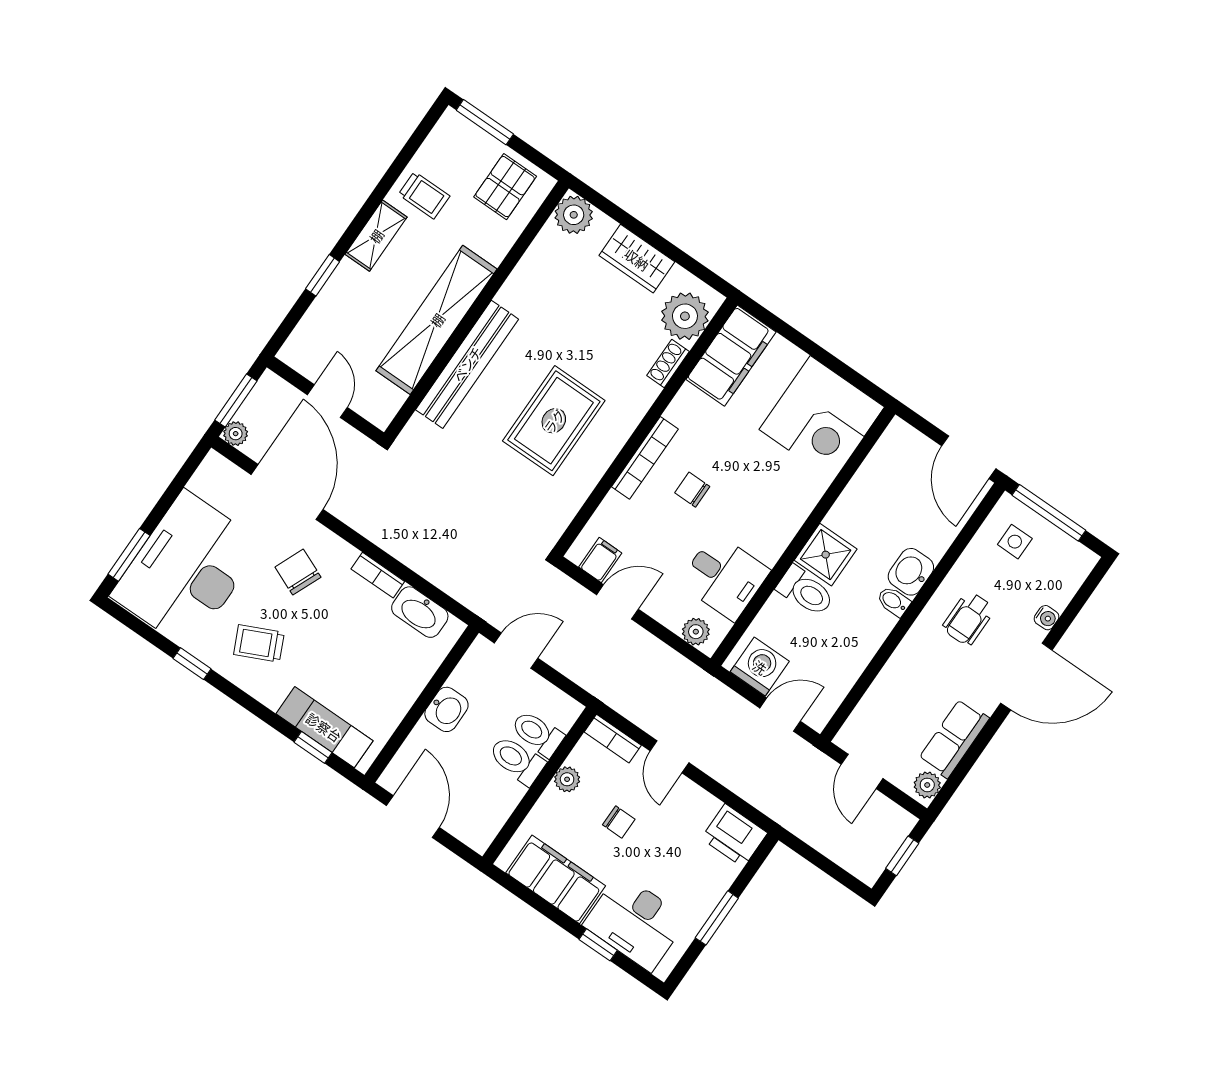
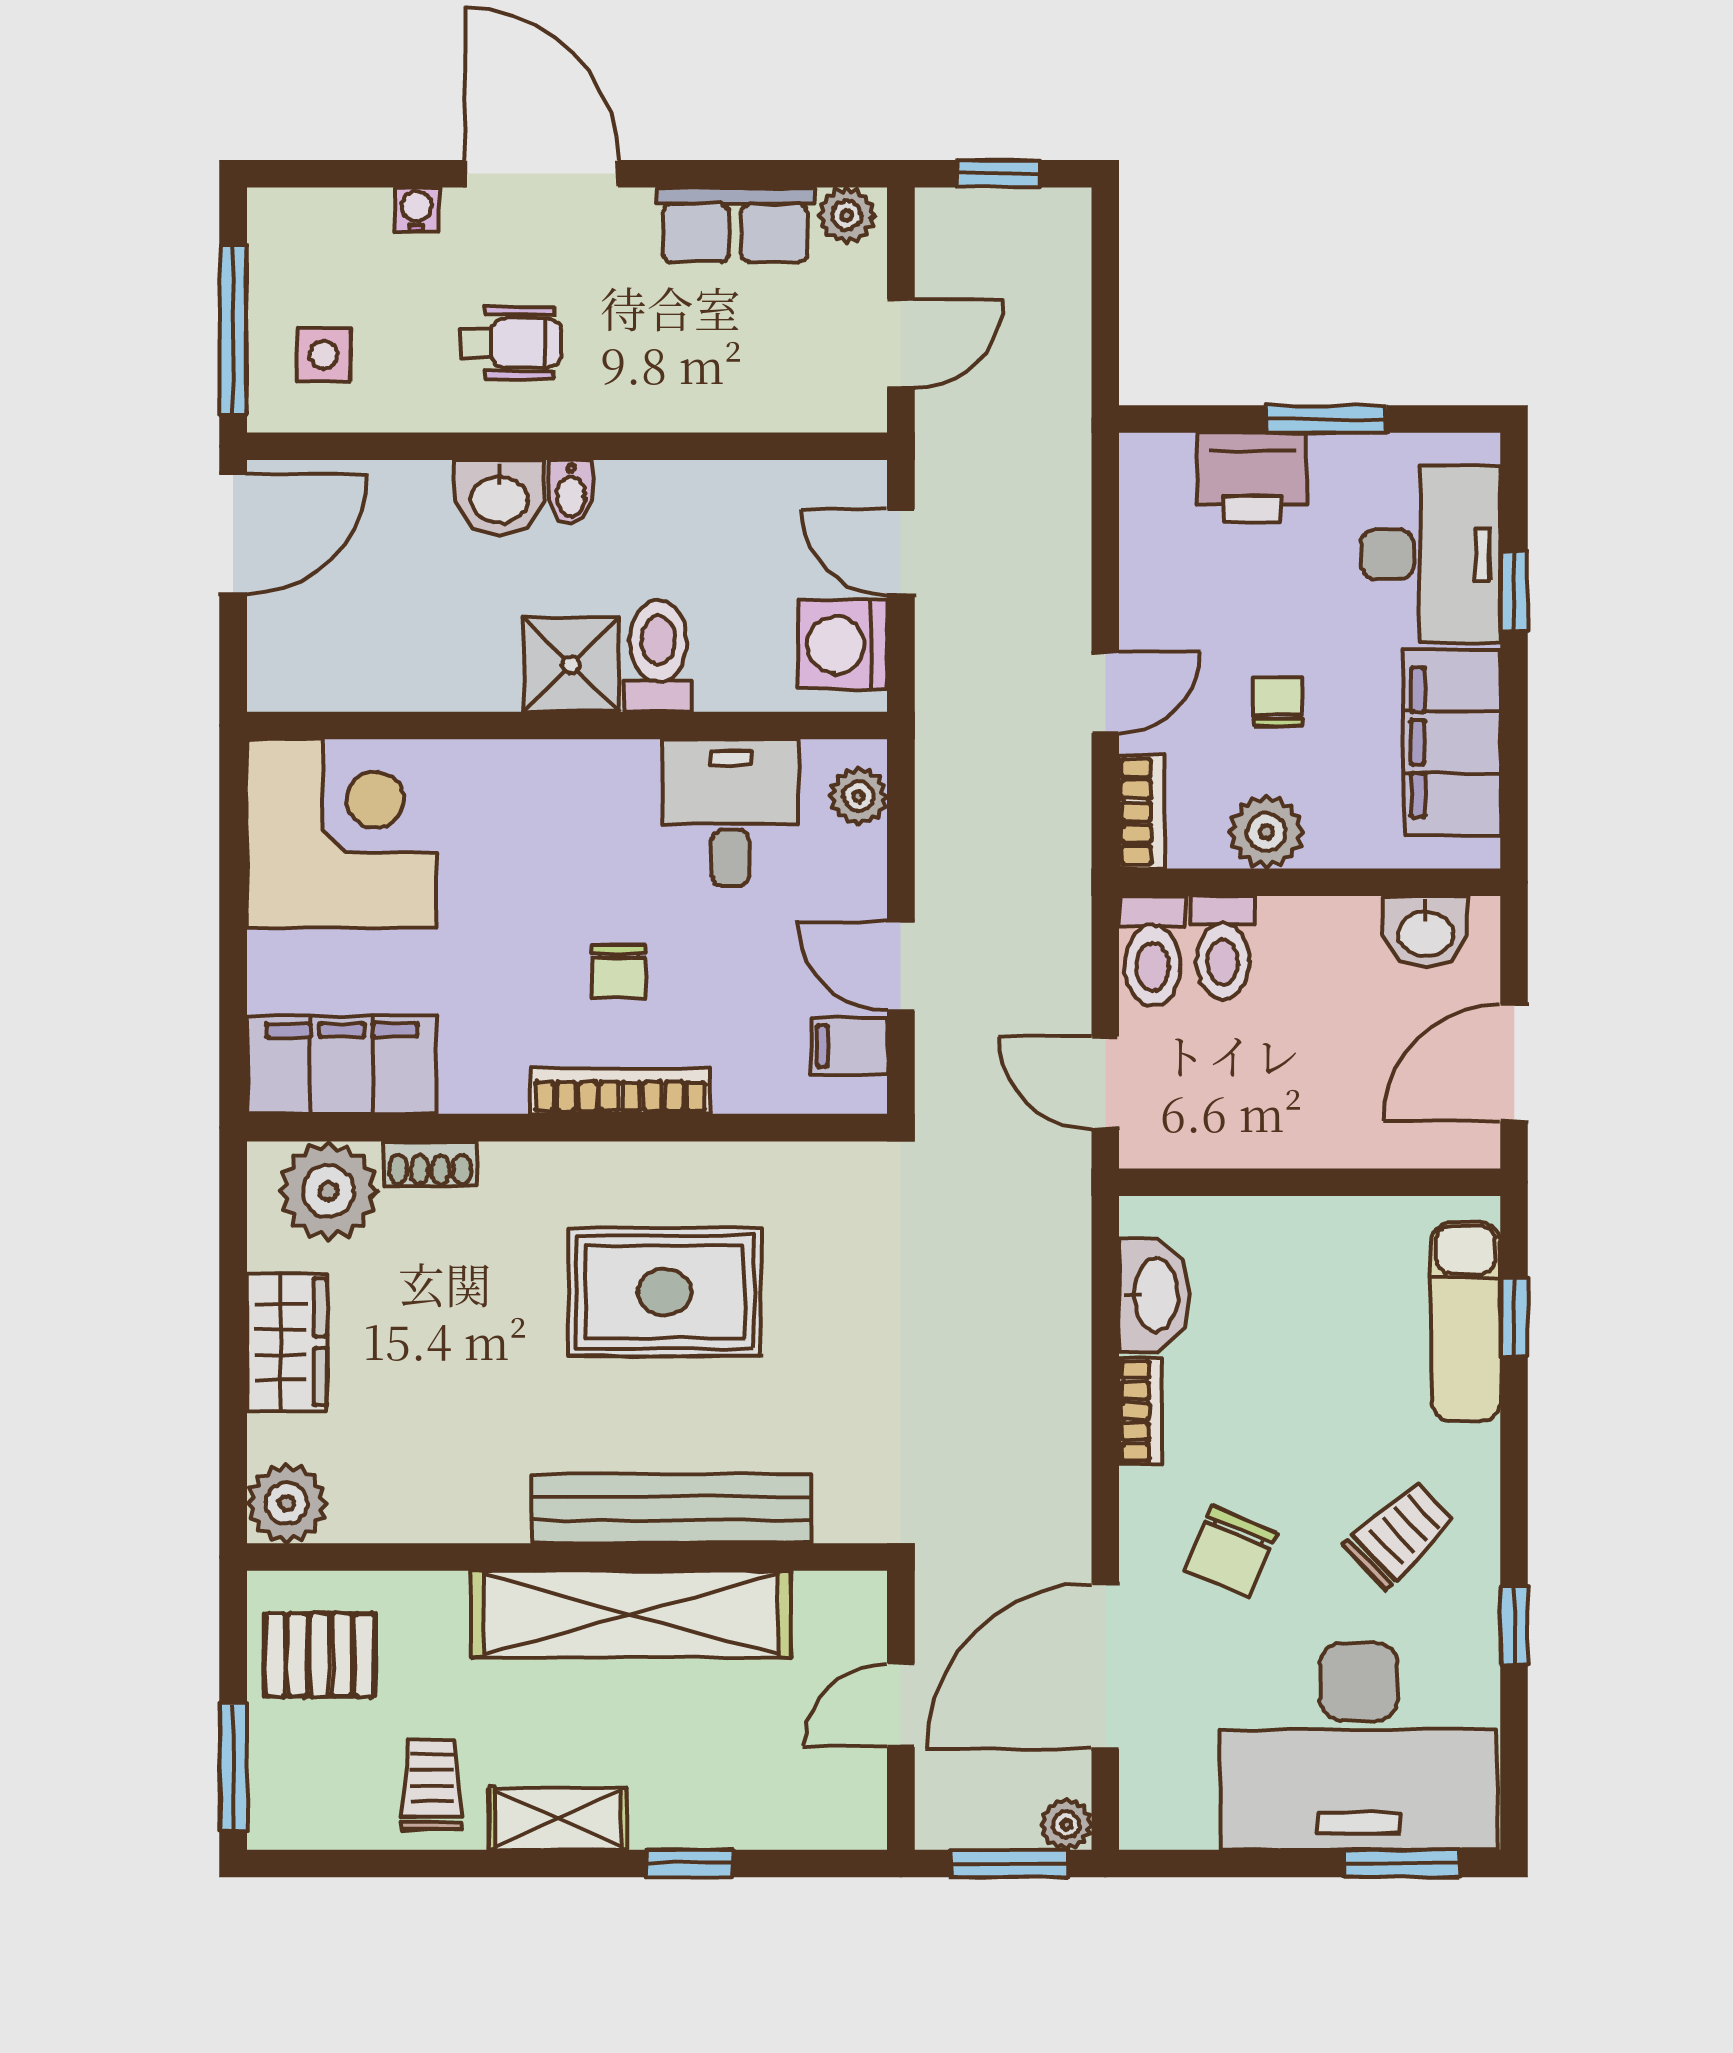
trolley: (259, 644) -> (1400, 1534), turned -108
washbasin: (446, 709) -> (1426, 932), moved, turned 180
toilet: (517, 760) -> (1152, 951), moved
plant: (567, 779) -> (1266, 832), width x1.38, depth x1.38
printer: (734, 836) -> (1252, 478), moved, turned 90

